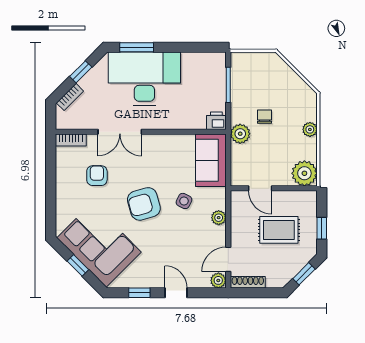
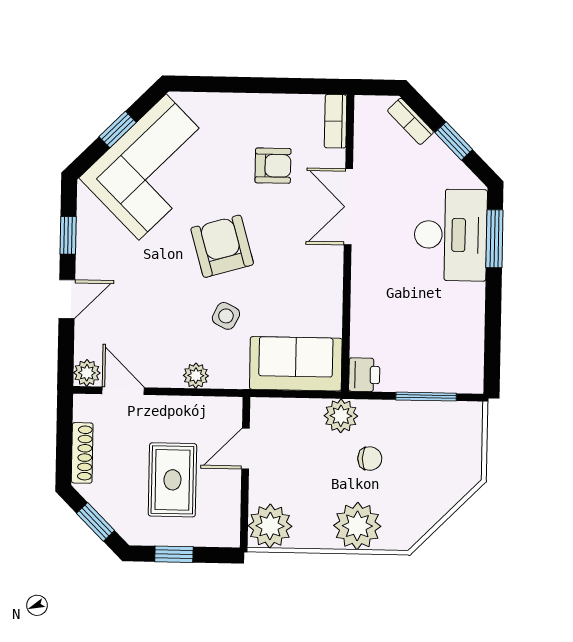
desk: (144, 79) -> (451, 235), width x0.73, depth x0.77
plant: (310, 129) -> (357, 526), width x1.87, depth x1.87
shoe rack: (248, 282) -> (82, 453), moved

